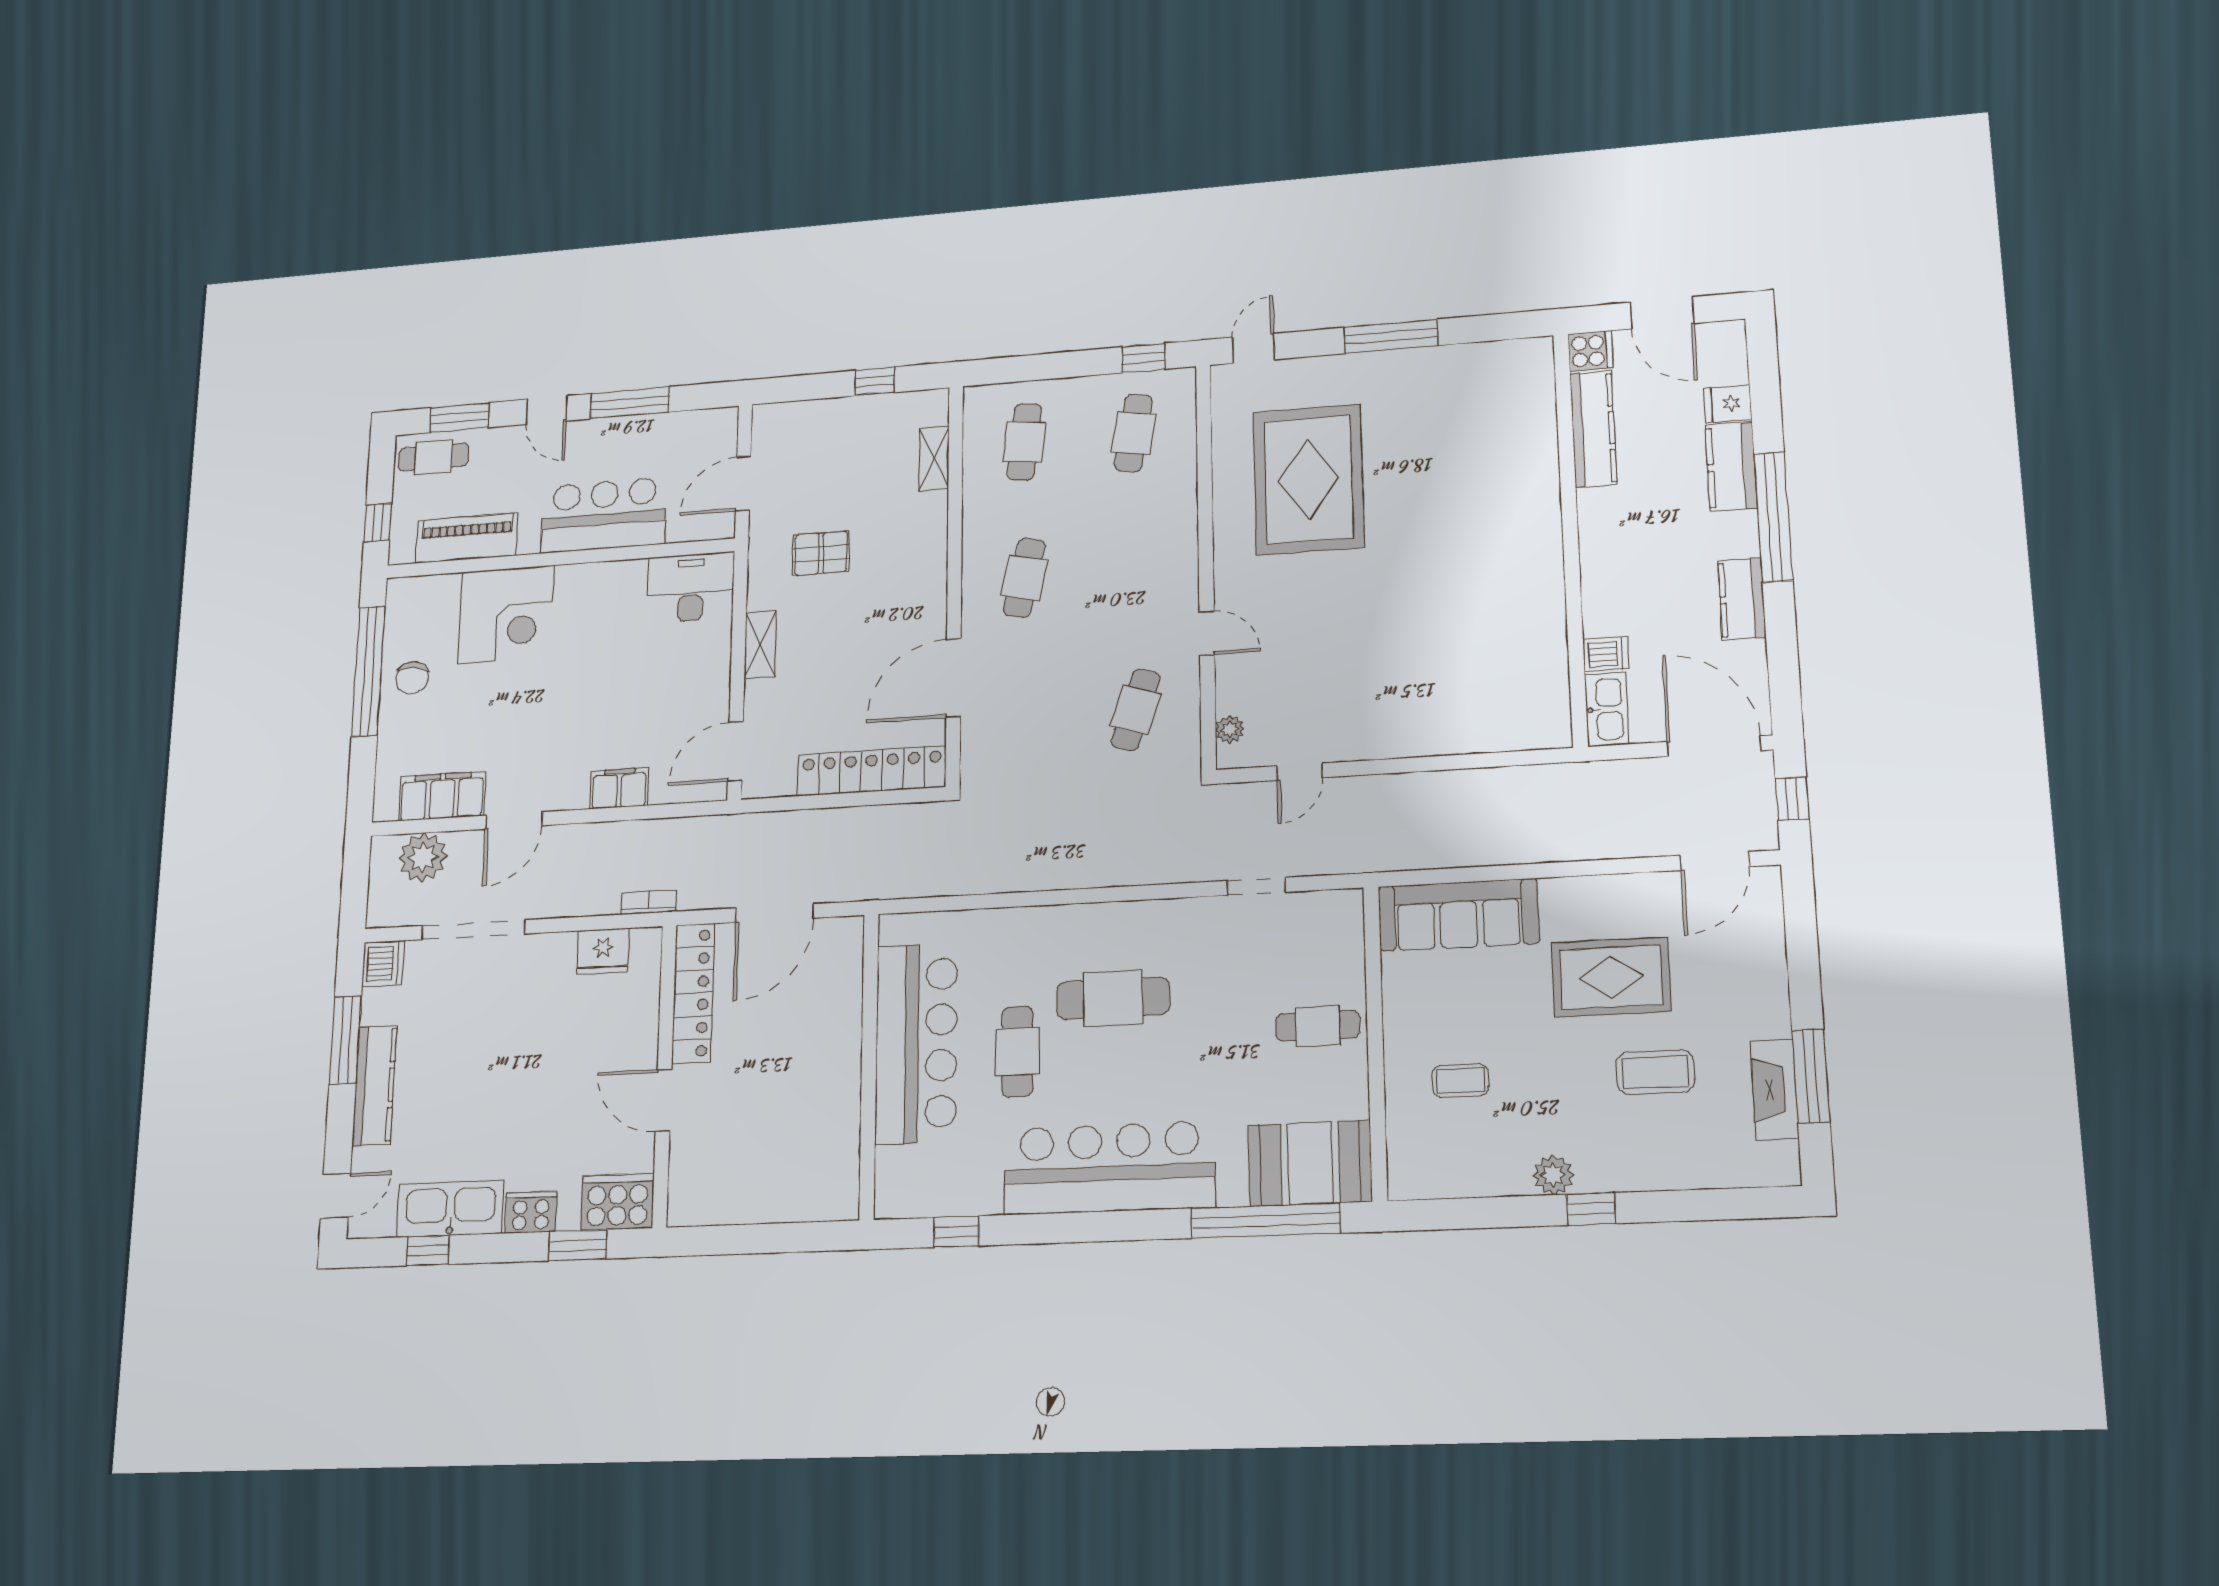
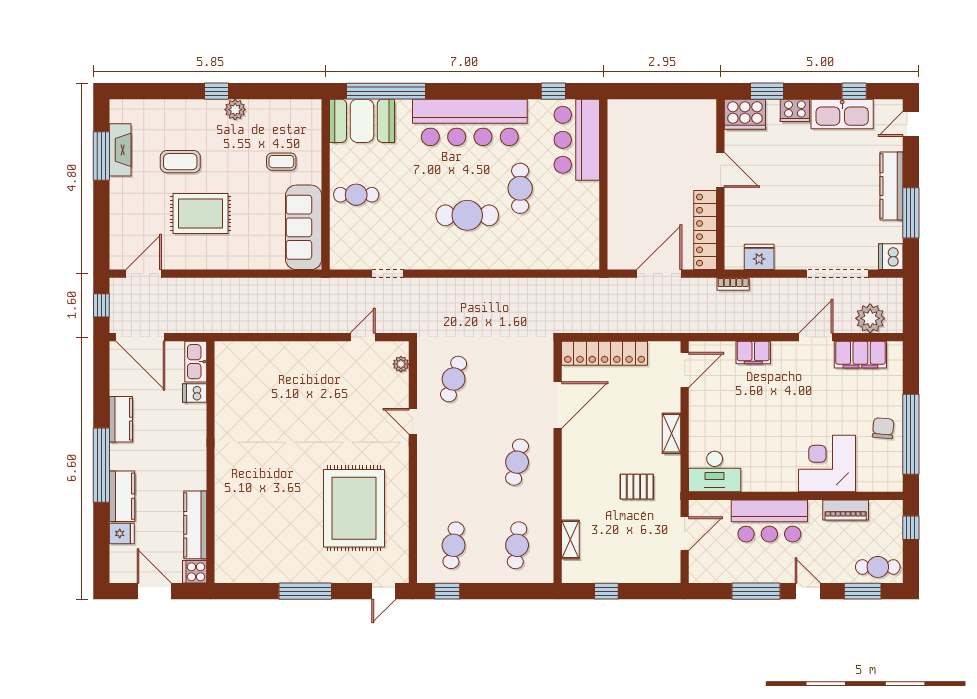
piano: (467, 538) -> (846, 510), width x0.73, depth x0.75
sofa: (1458, 915) -> (304, 227), moved, turned -90
bar counter: (916, 1043) -> (577, 140), moved, width x0.73

